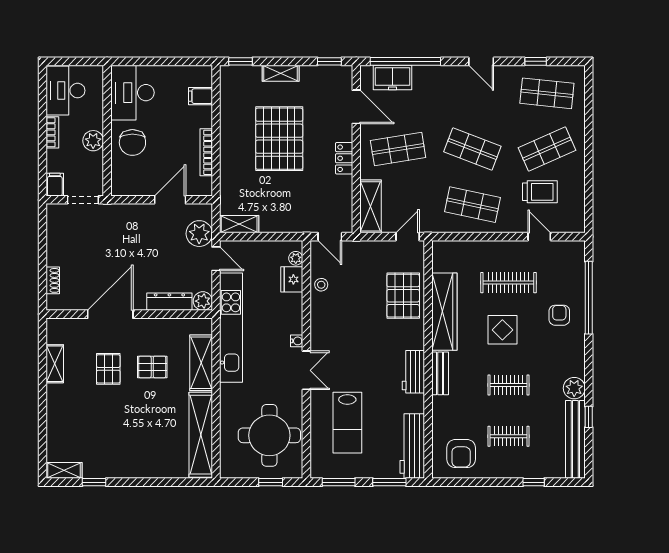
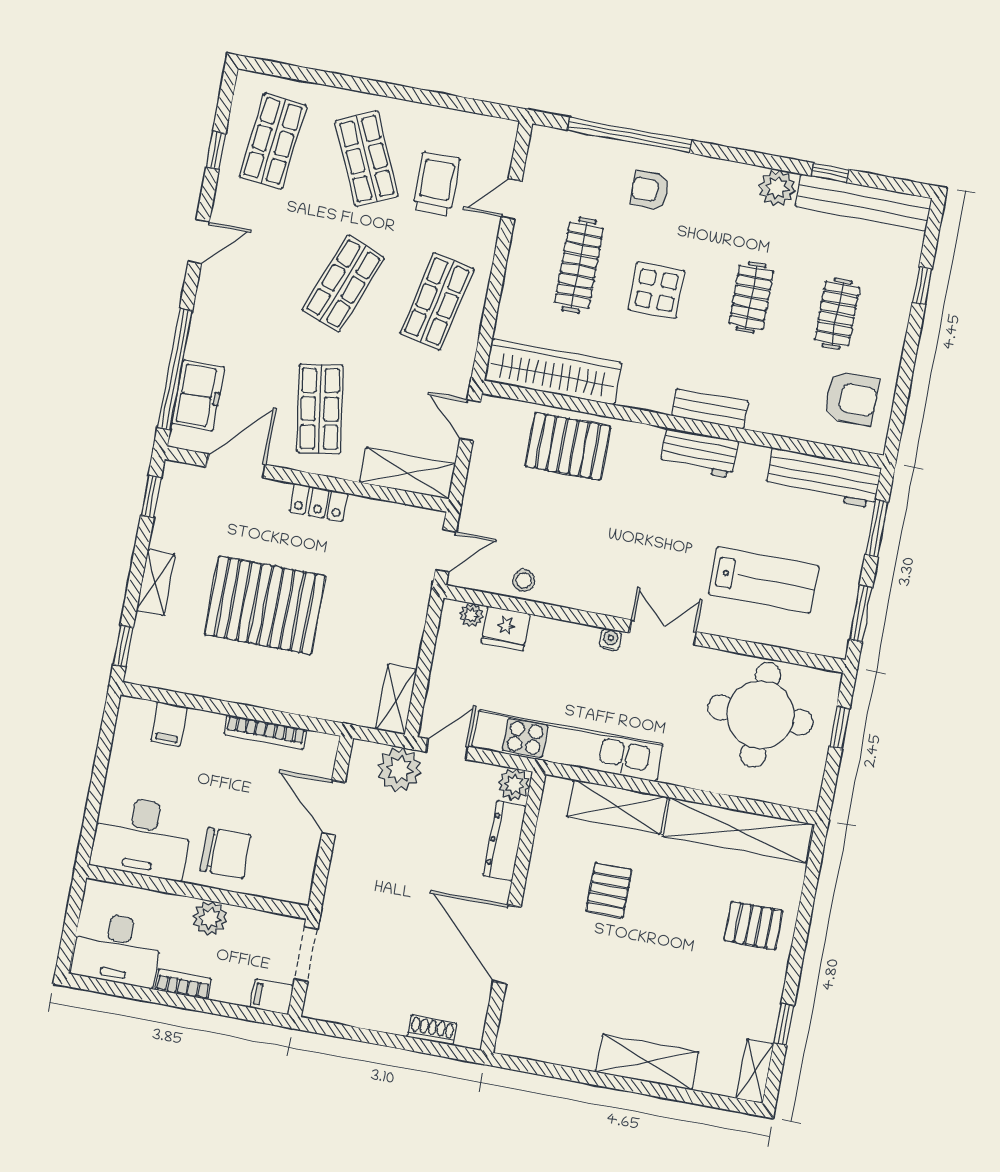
wardrobe: (444, 312) -> (553, 372), moved
shelving: (55, 364) -> (647, 1062), moved, width x1.50, depth x1.33
pallet: (108, 369) -> (753, 925), moved

